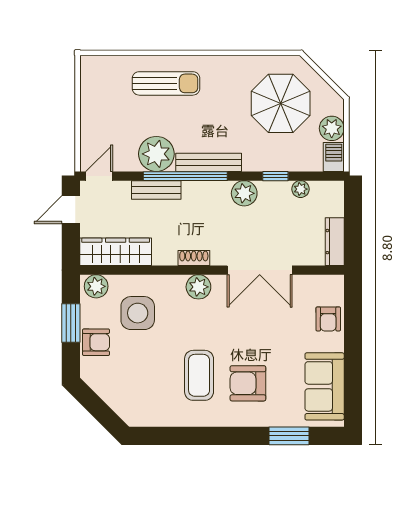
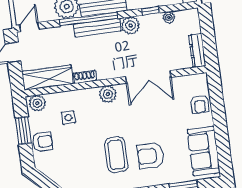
bench: (156, 190) -> (97, 28), moved, width x1.36
shoe rack: (194, 258) -> (85, 77), moved
side table: (138, 313) -> (68, 118), width x0.54, depth x0.54

